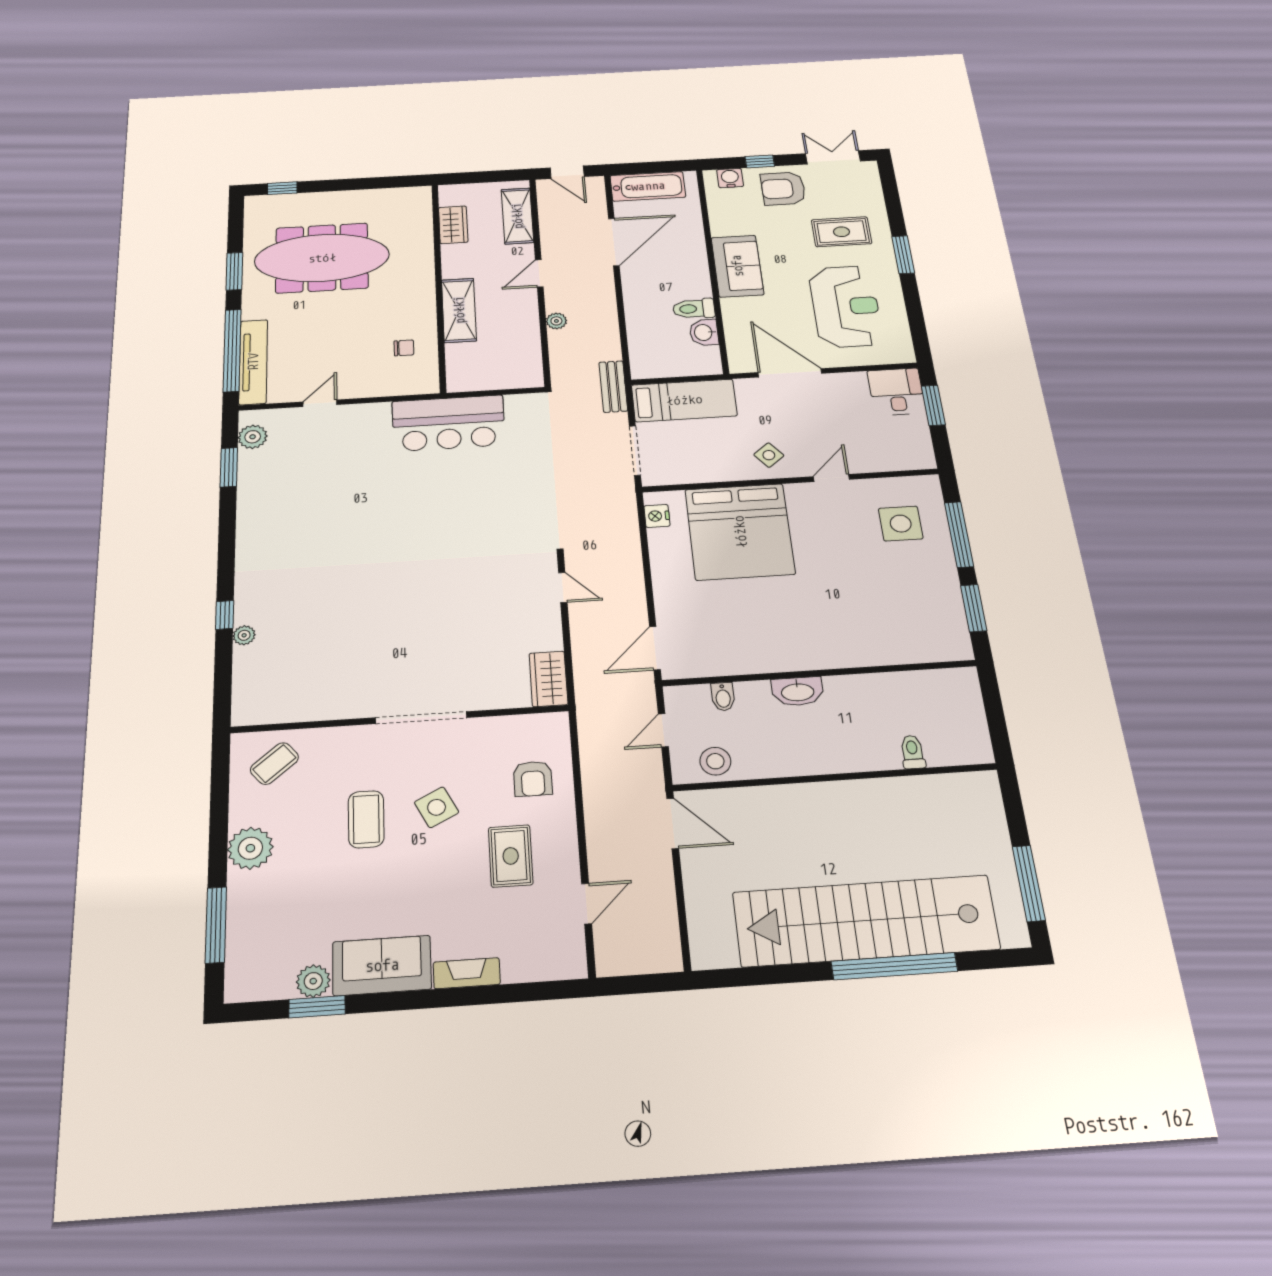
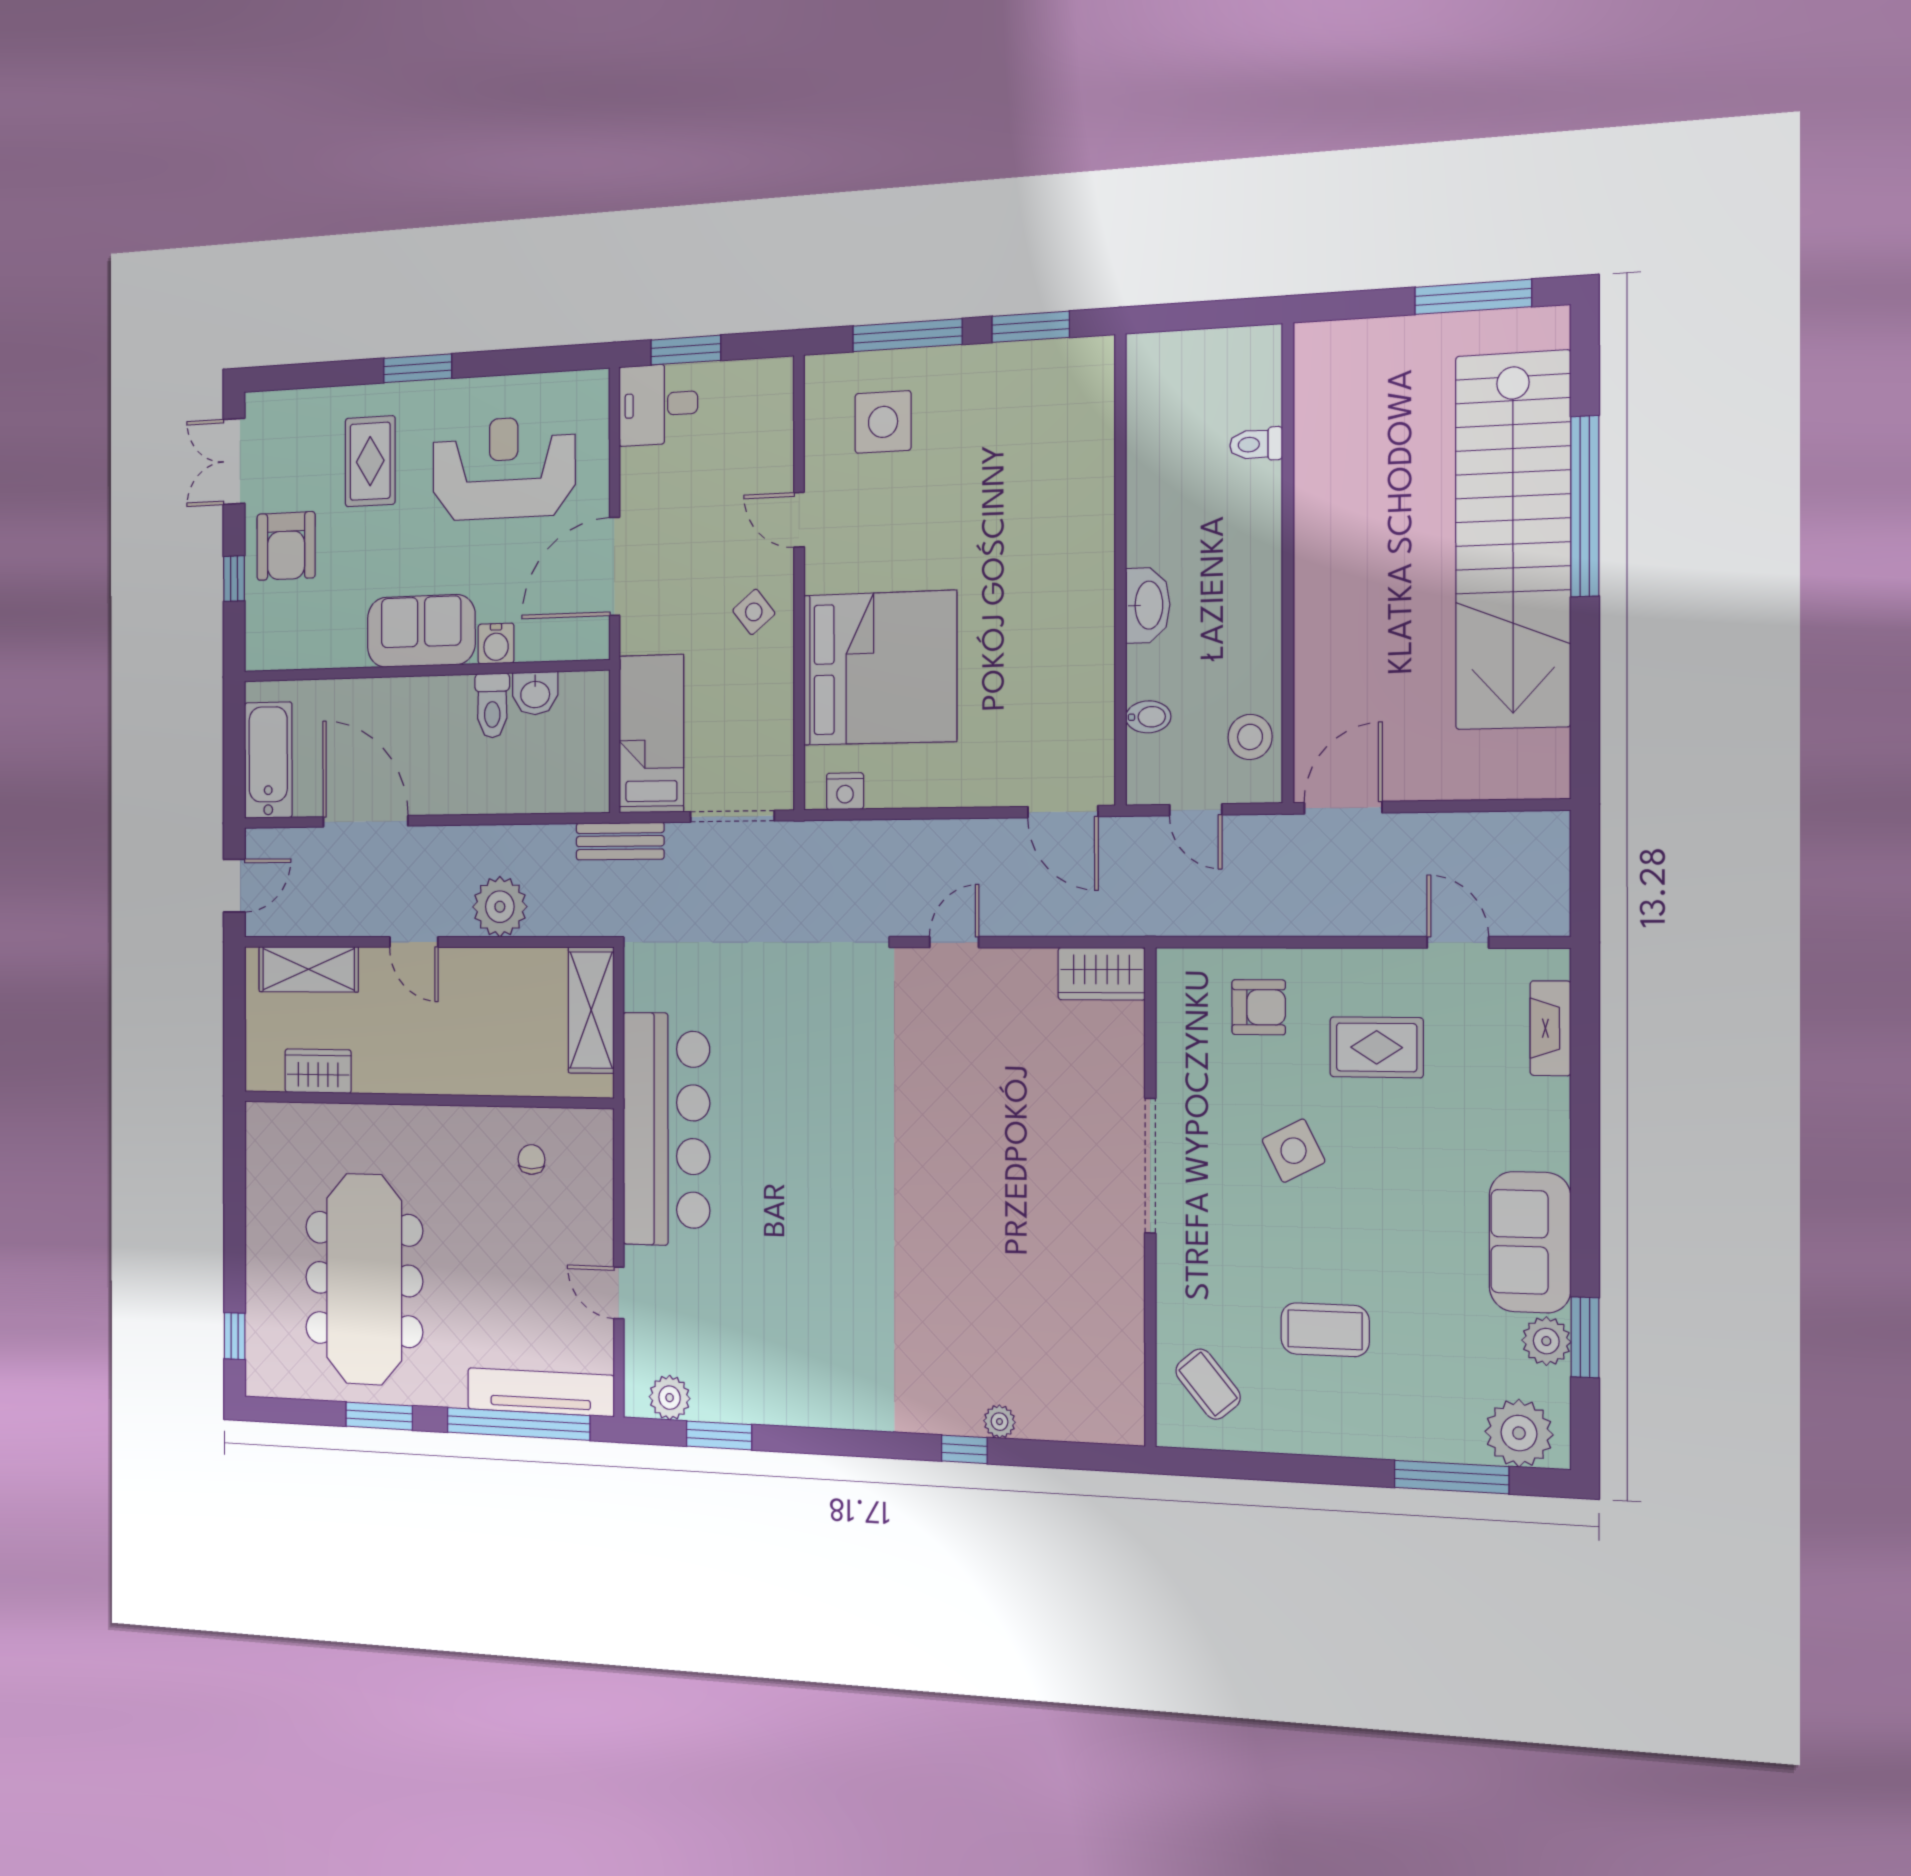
water cooler: (730, 178) -> (496, 644), moved, turned -90
shelving: (459, 310) -> (591, 1010), moved, turned 90
plant: (556, 321) -> (500, 907), width x1.88, depth x1.88
bar counter: (448, 423) -> (666, 1129), width x1.36
coffee table: (366, 819) -> (1325, 1330), moved
plant: (250, 848) -> (1519, 1433), moved
fireplace: (467, 973) -> (1551, 1028), moved

